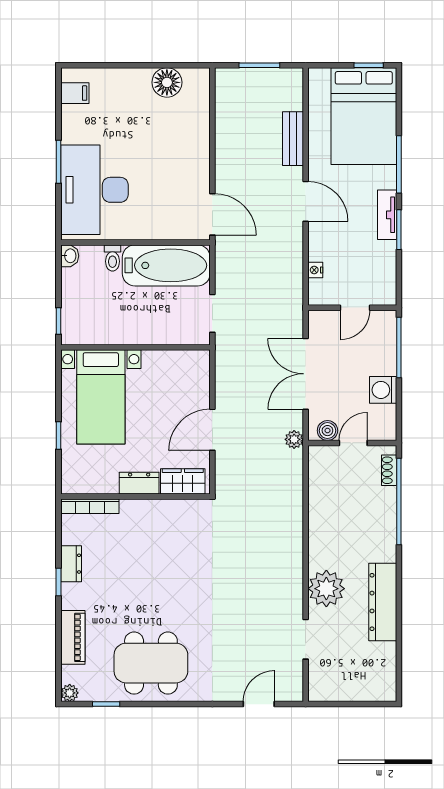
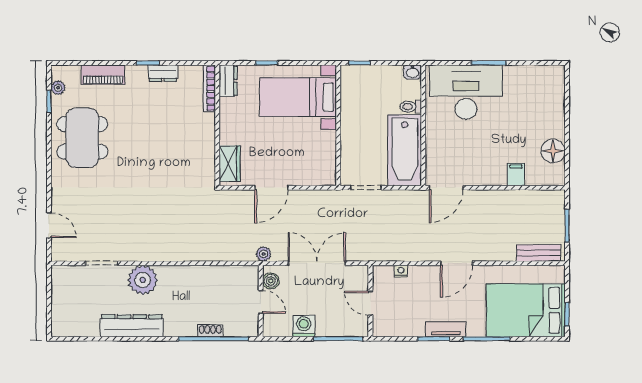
filing cabinet: (75, 93) -> (516, 174), moved, turned 180
bench: (293, 139) -> (538, 253), moved
door: (212, 430) -> (271, 188), swing flipped
shoe rack: (389, 470) -> (210, 331), moved
dresser: (139, 483) -> (228, 81), moved
plant: (70, 693) -> (58, 88), moved

